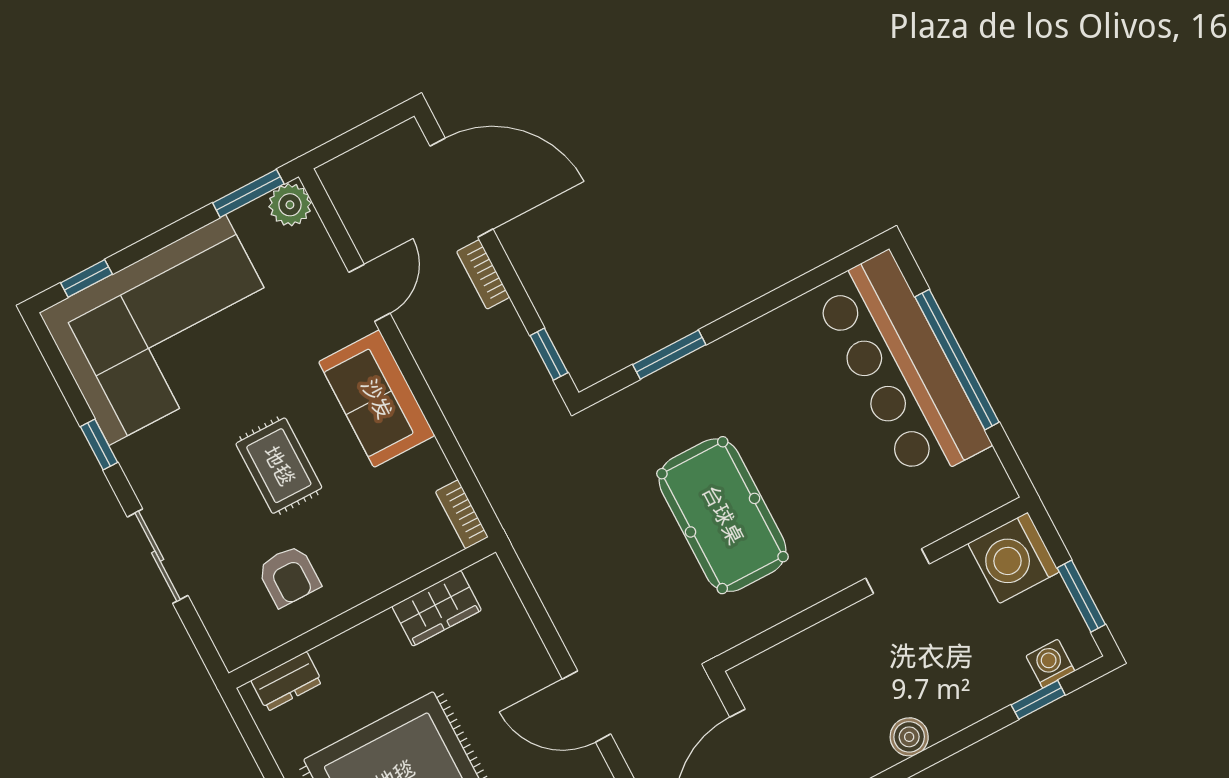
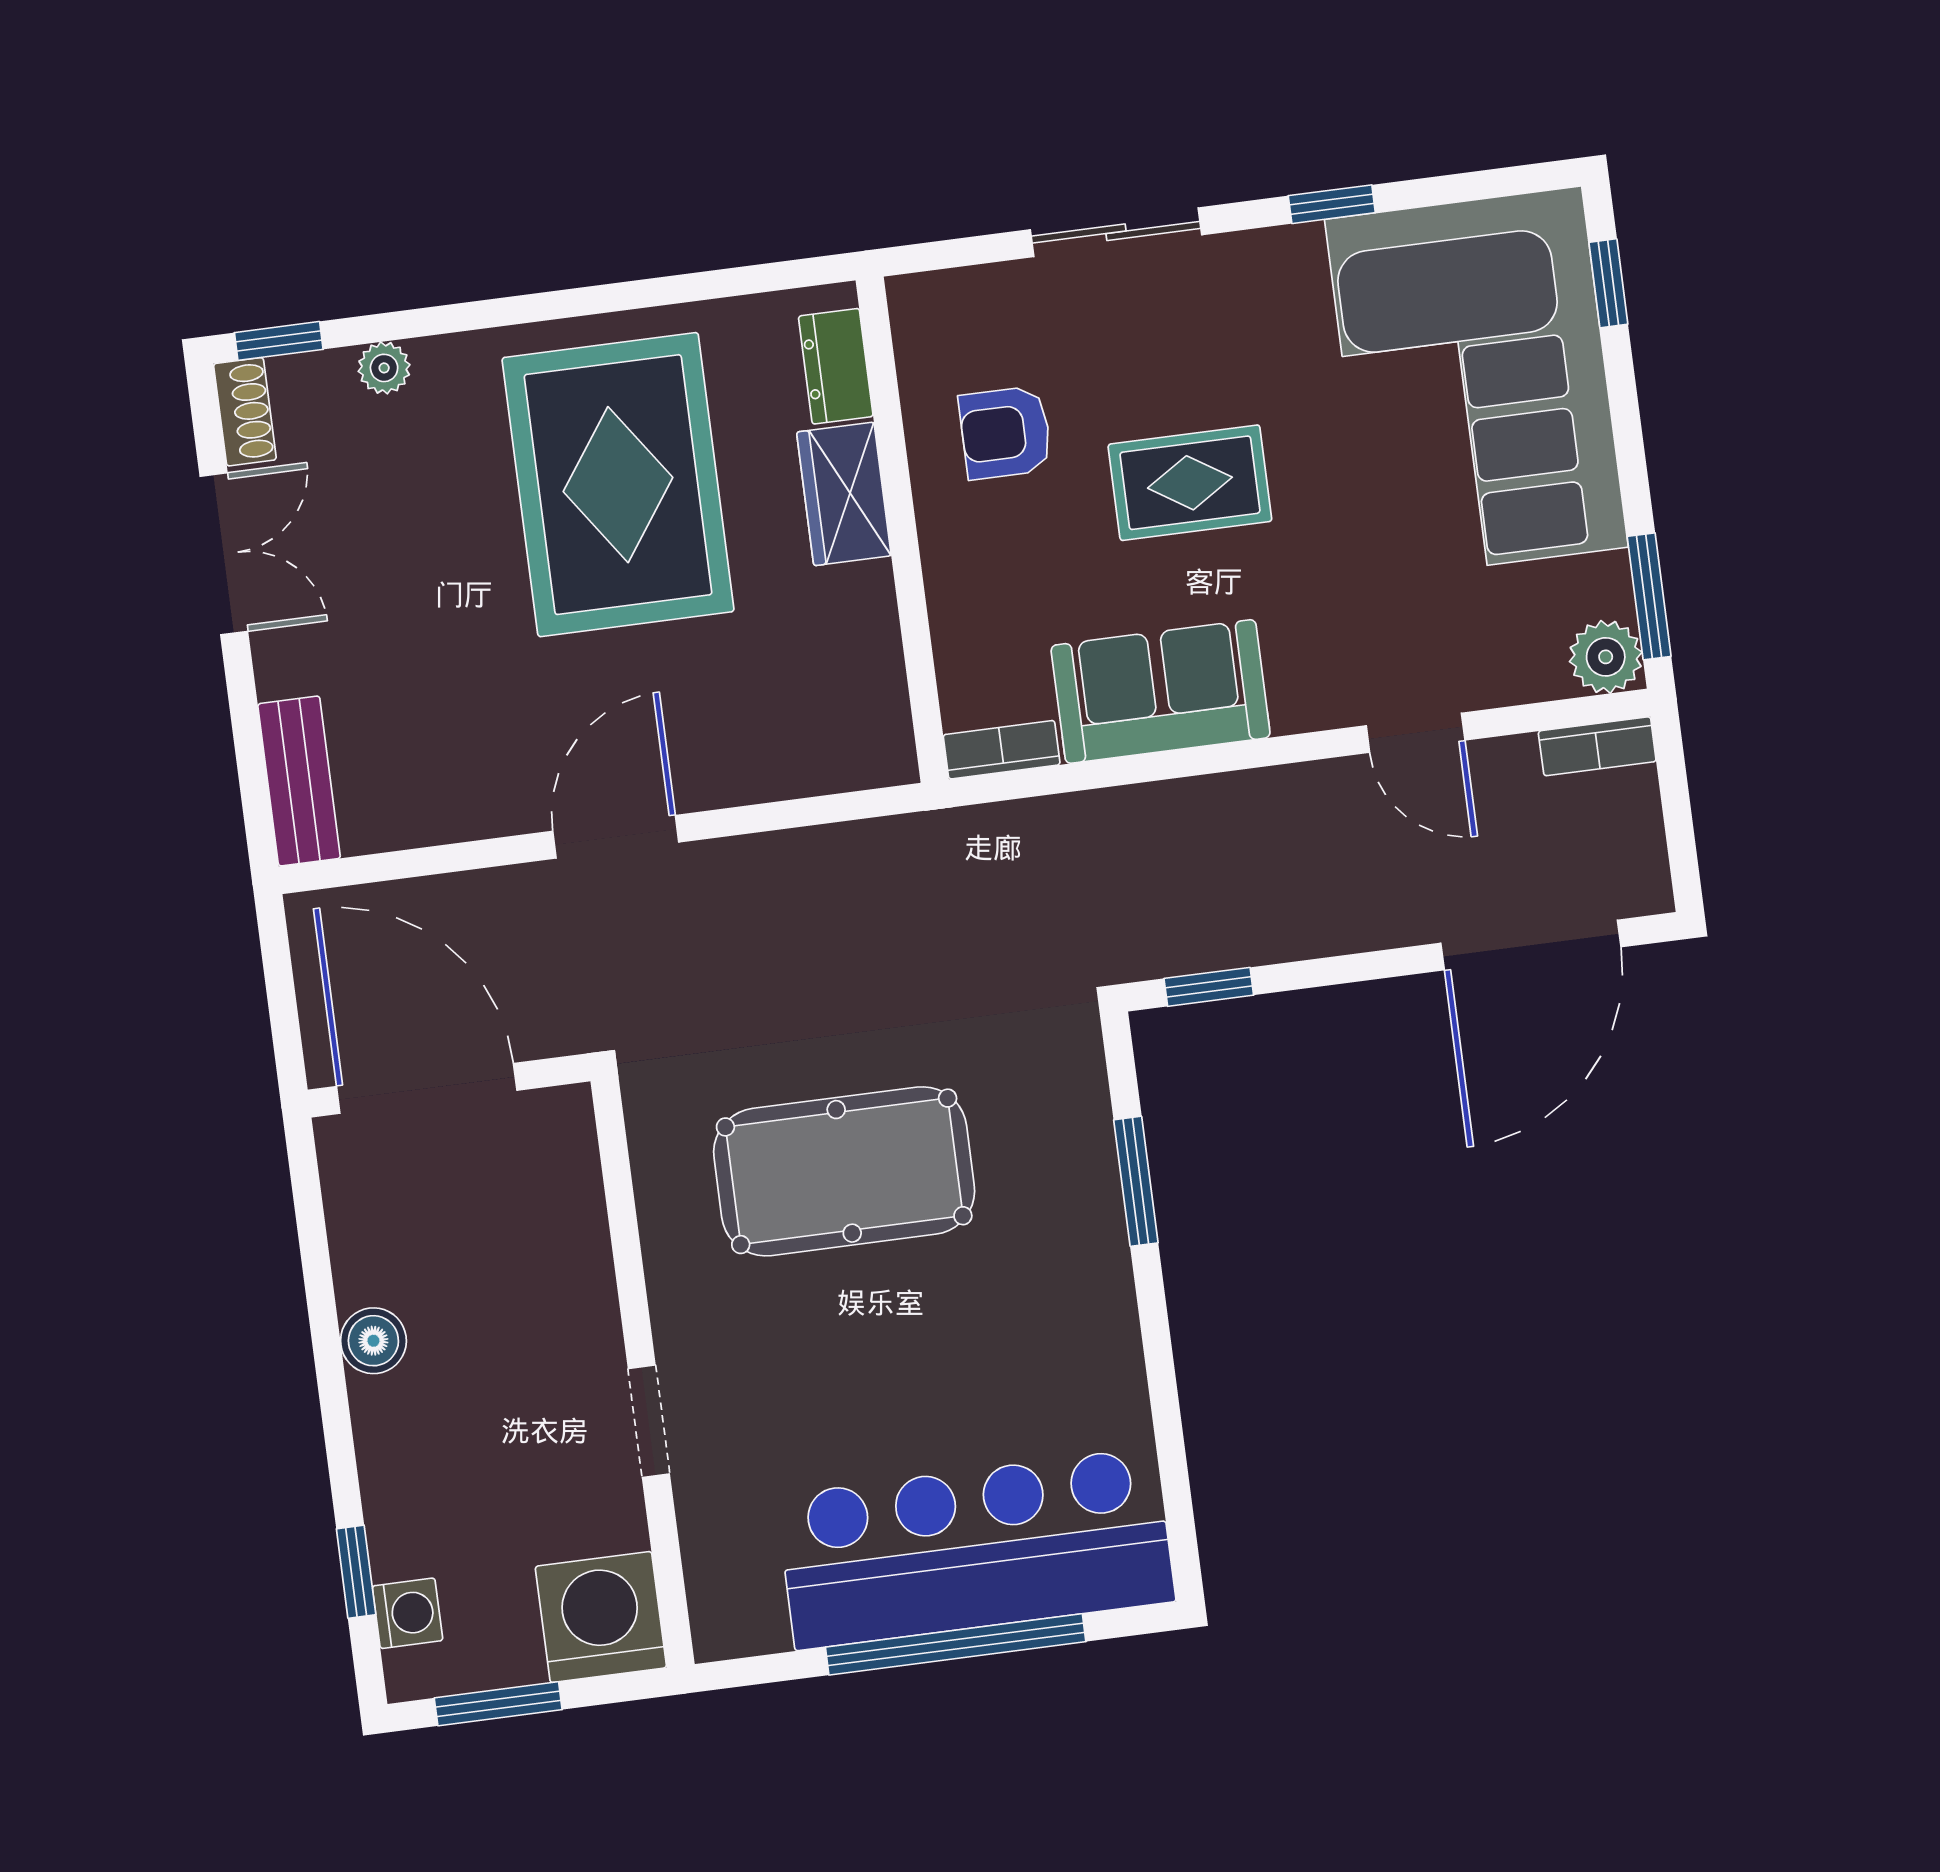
bookcase: (483, 274) -> (1597, 746), moved, turned 180
sofa: (377, 399) -> (1161, 692), moved
wardrobe: (437, 608) -> (844, 494), moved

